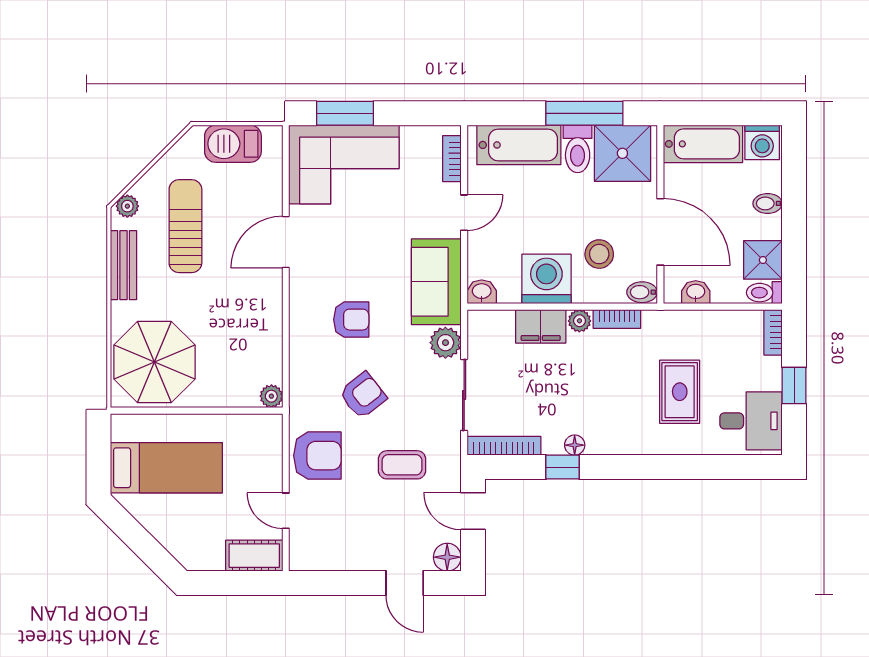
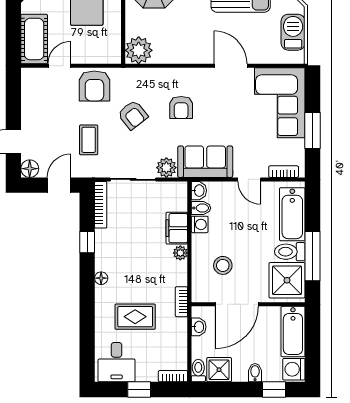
window: (345, 113) -> (312, 130), moved
window: (794, 174) -> (274, 390), added
washing machine: (546, 279) -> (200, 224), width x0.53, depth x0.53
bidet: (642, 292) -> (201, 208), moved, turned 90
bookcase: (617, 319) -> (181, 302), moved
plant: (271, 396) -> (139, 50), width x1.88, depth x1.88
floor lamp: (575, 445) -> (101, 278), moved
cot: (254, 556) -> (34, 39), width x1.37, depth x1.34

